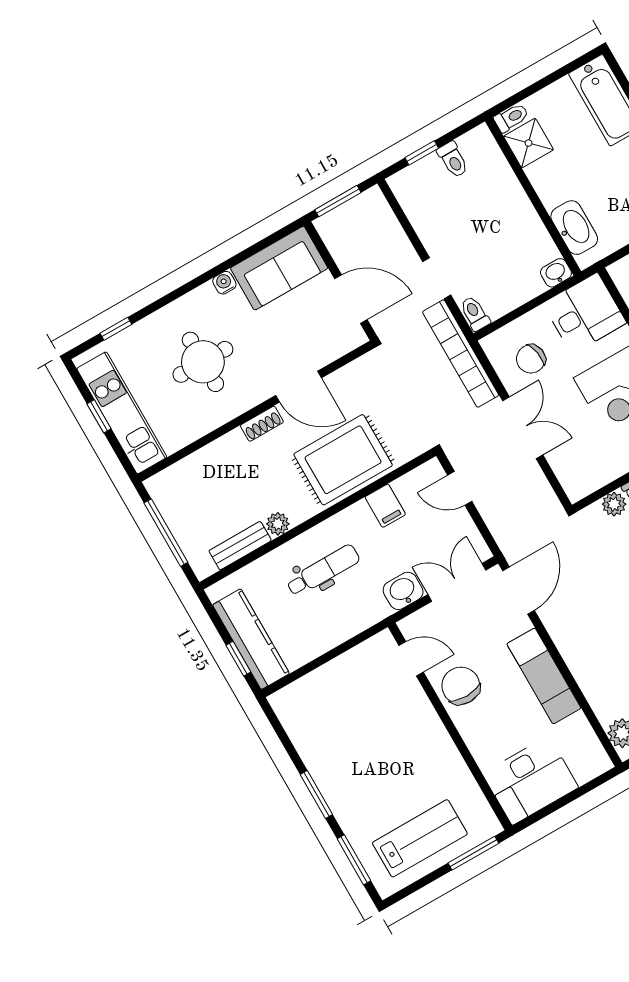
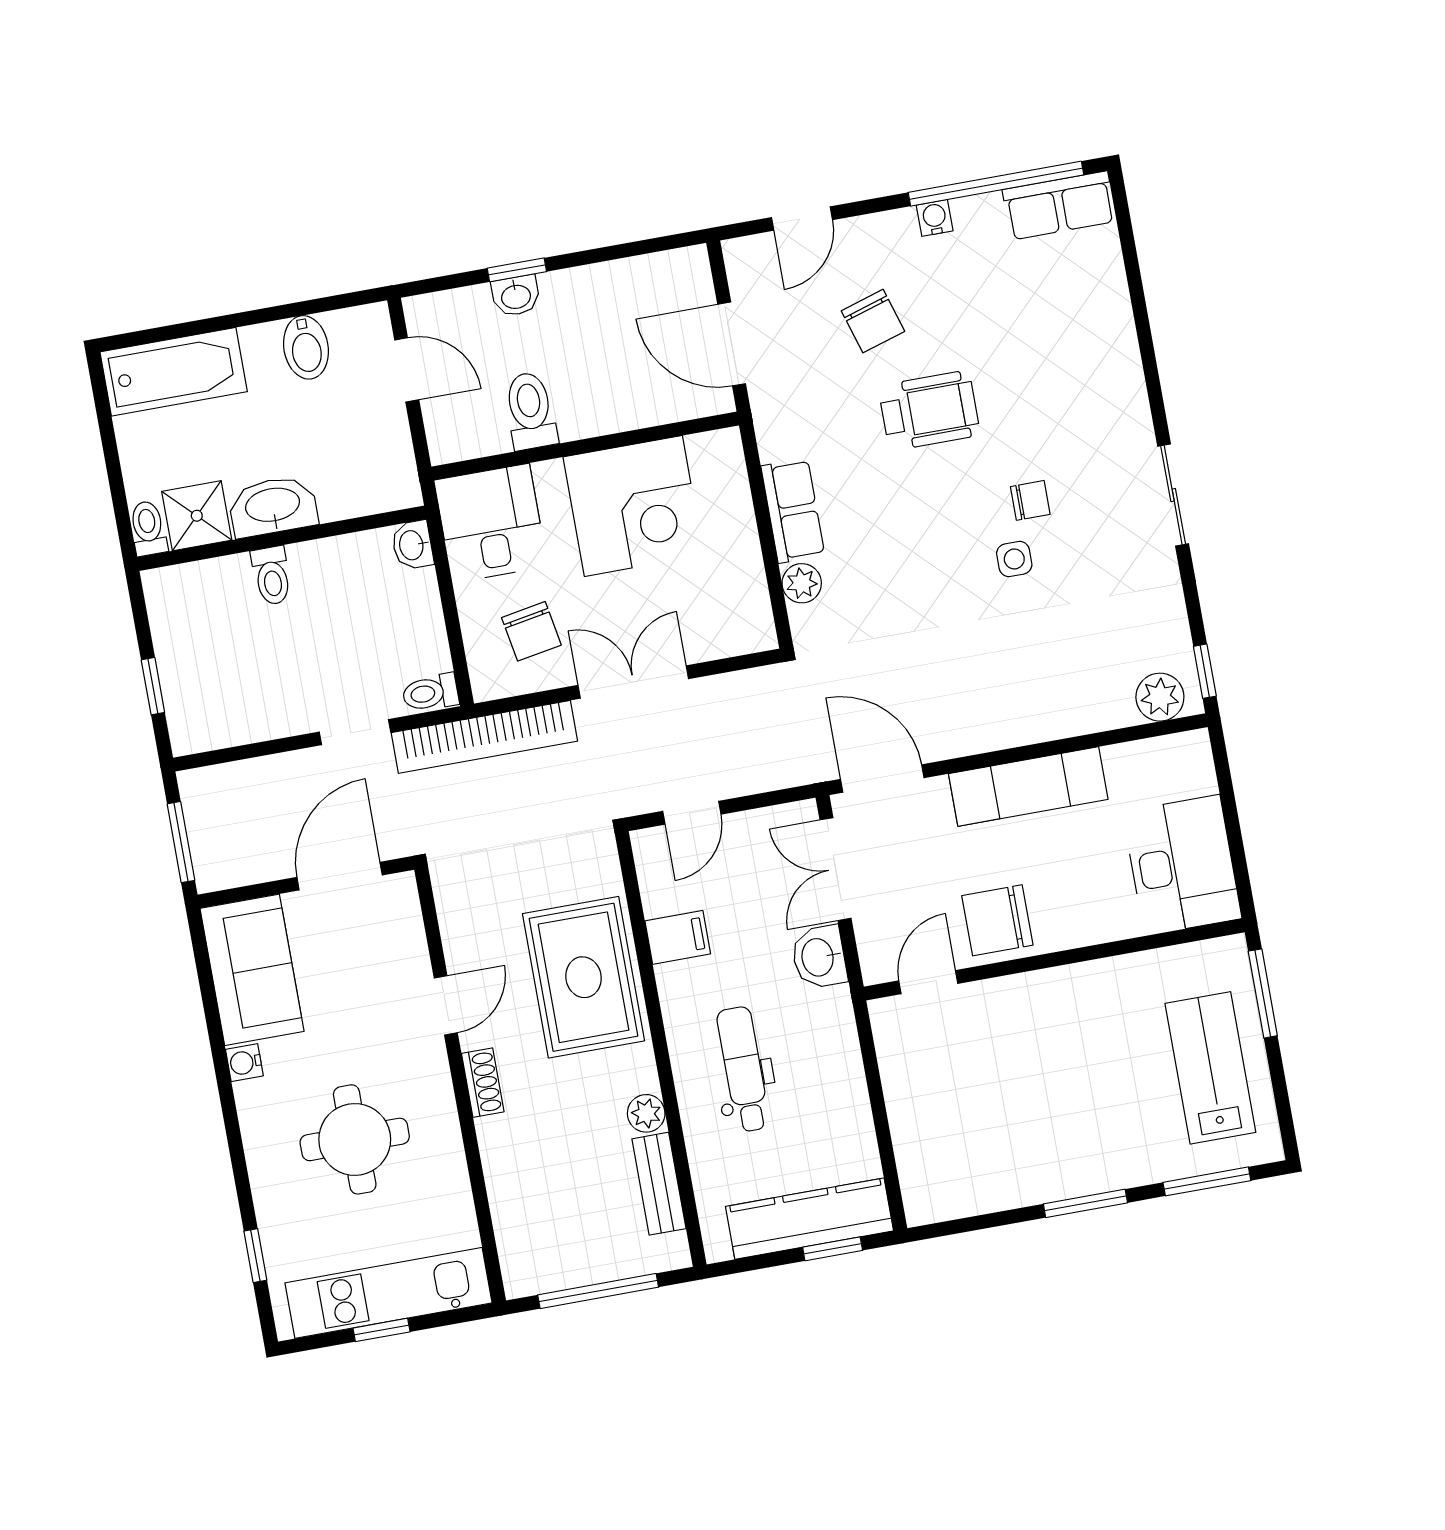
toilet: (453, 160) -> (272, 576), moved, turned 90
washbasin: (574, 228) -> (273, 506), moved
door: (299, 387) -> (446, 1005), width x0.73

